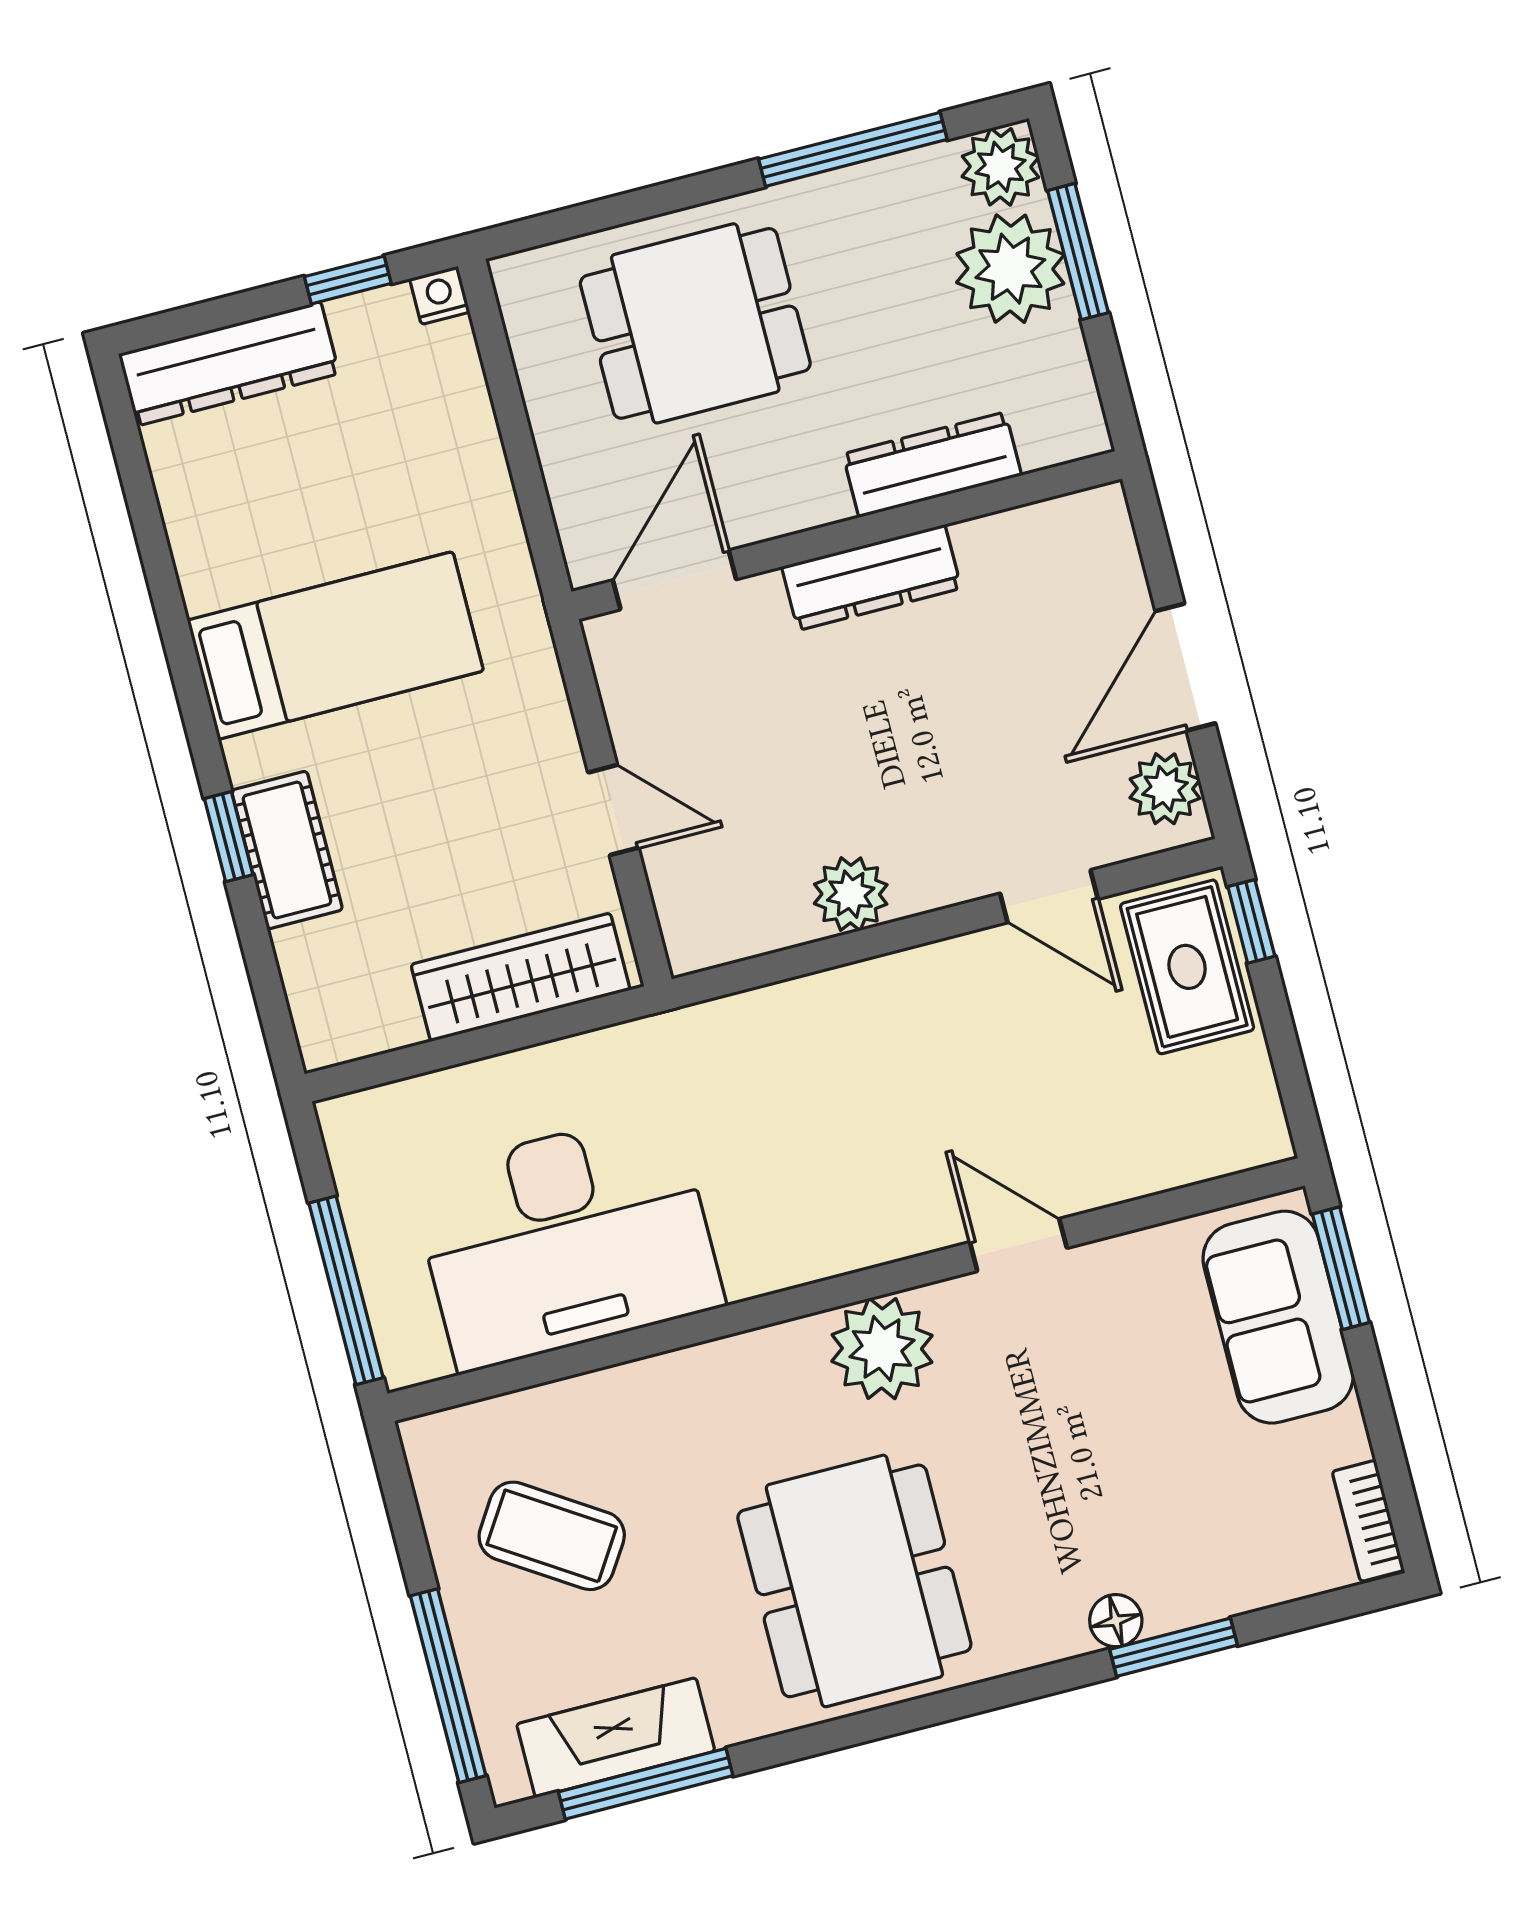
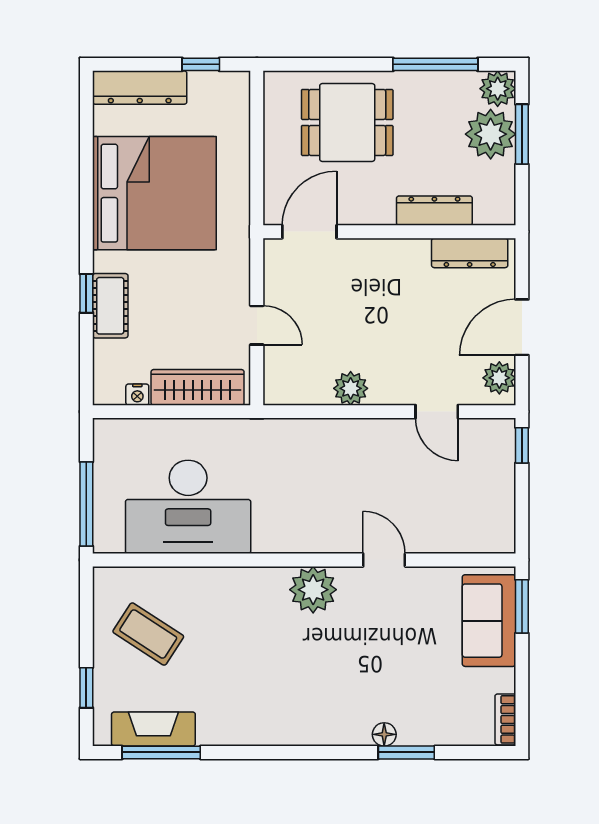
nightstand: (440, 295) -> (137, 395), moved, turned 180
dresser: (871, 578) -> (470, 253), moved
bed: (335, 646) -> (154, 193), width x2.04
rug: (1187, 967) -> (489, 458), removed
dining table: (854, 1581) -> (275, 688), removed
window: (448, 1686) -> (86, 688), width x0.46

